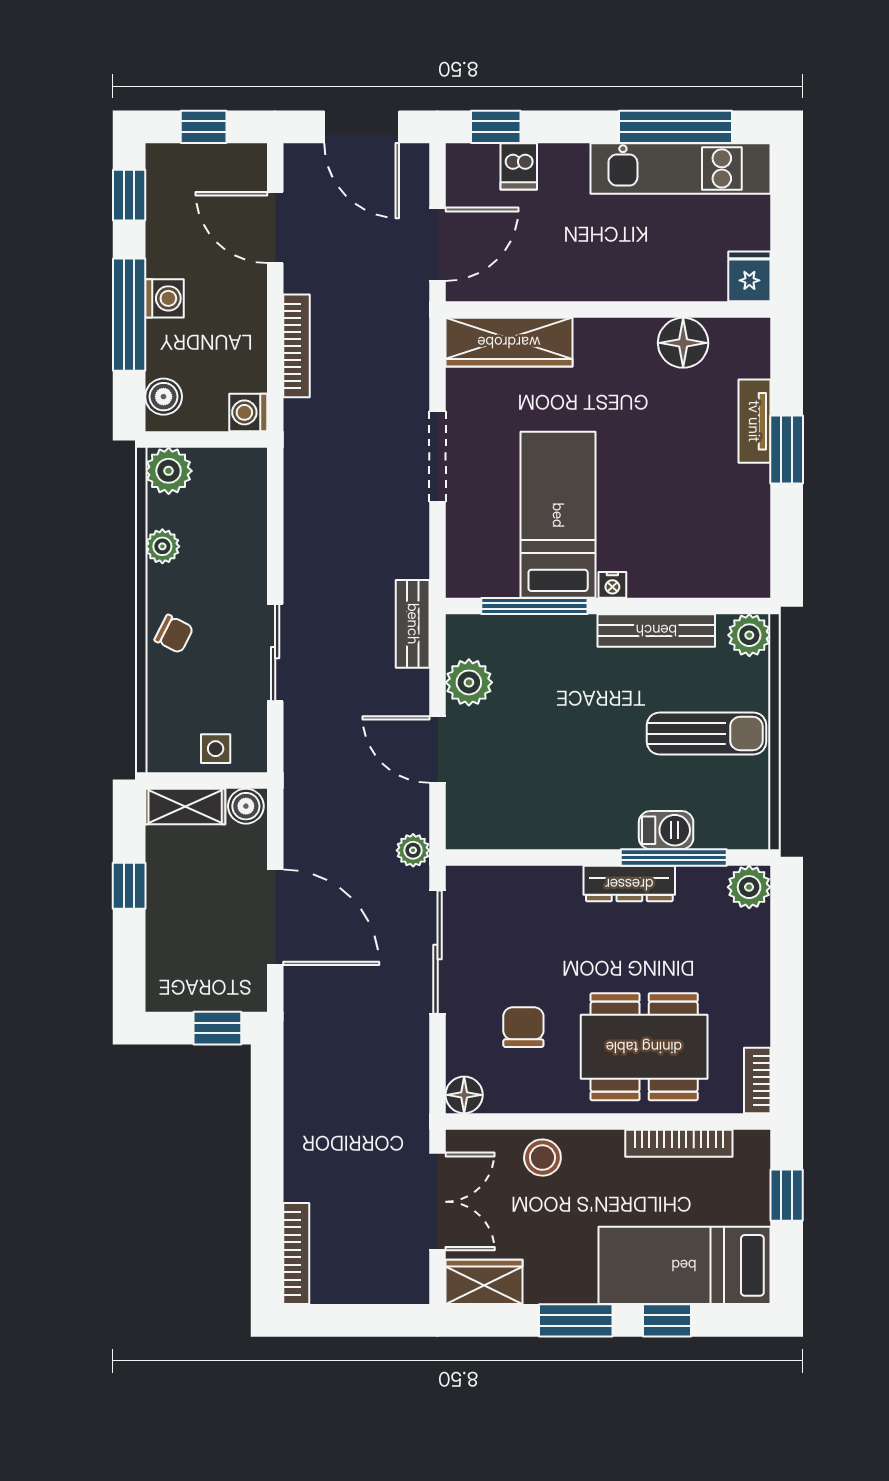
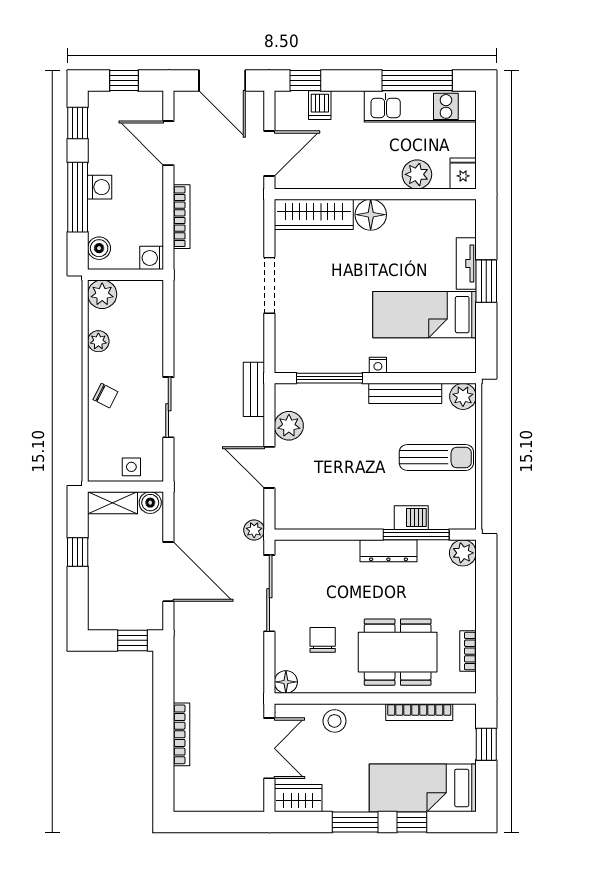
plant: (675, 278) -> (417, 174), added
floor lamp: (683, 343) -> (371, 215), moved
bed: (558, 515) -> (425, 315), moved, turned -90
bookcase: (757, 1081) -> (468, 651), moved
bookcase: (296, 1253) -> (182, 734), moved

